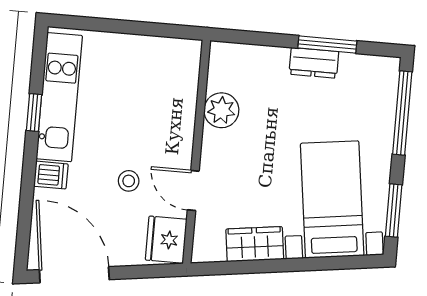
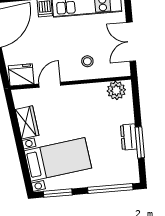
double door: (141, 28) -> (131, 42), added
plant: (221, 110) -> (116, 90), moved
stool: (129, 181) -> (87, 61), moved

